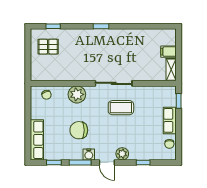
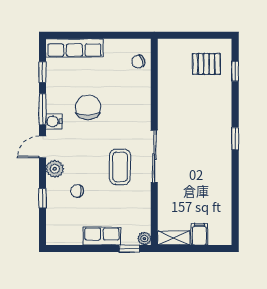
pallet: (48, 47) -> (206, 64), turned 90
plant: (77, 94) -> (144, 239), moved, width x0.53, depth x0.53
chair: (169, 144) -> (77, 191), moved

